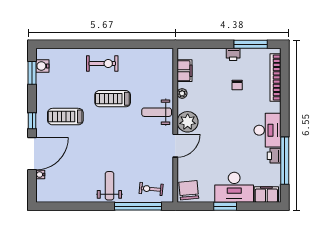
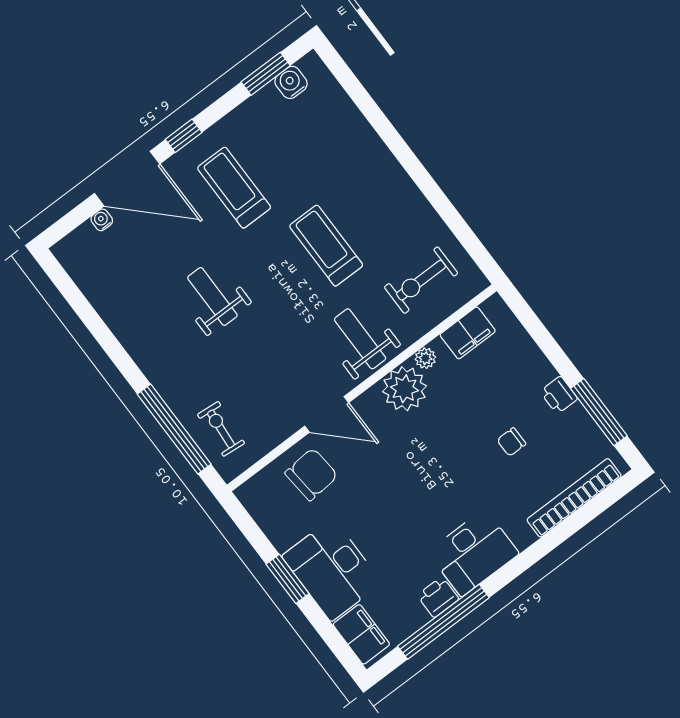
exercise bike: (102, 64) -> (421, 280), moved, turned 90
plant: (188, 122) -> (405, 389), moved
weight bench: (109, 186) -> (212, 296), moved, turned -90
chair: (189, 190) -> (311, 474), moved

